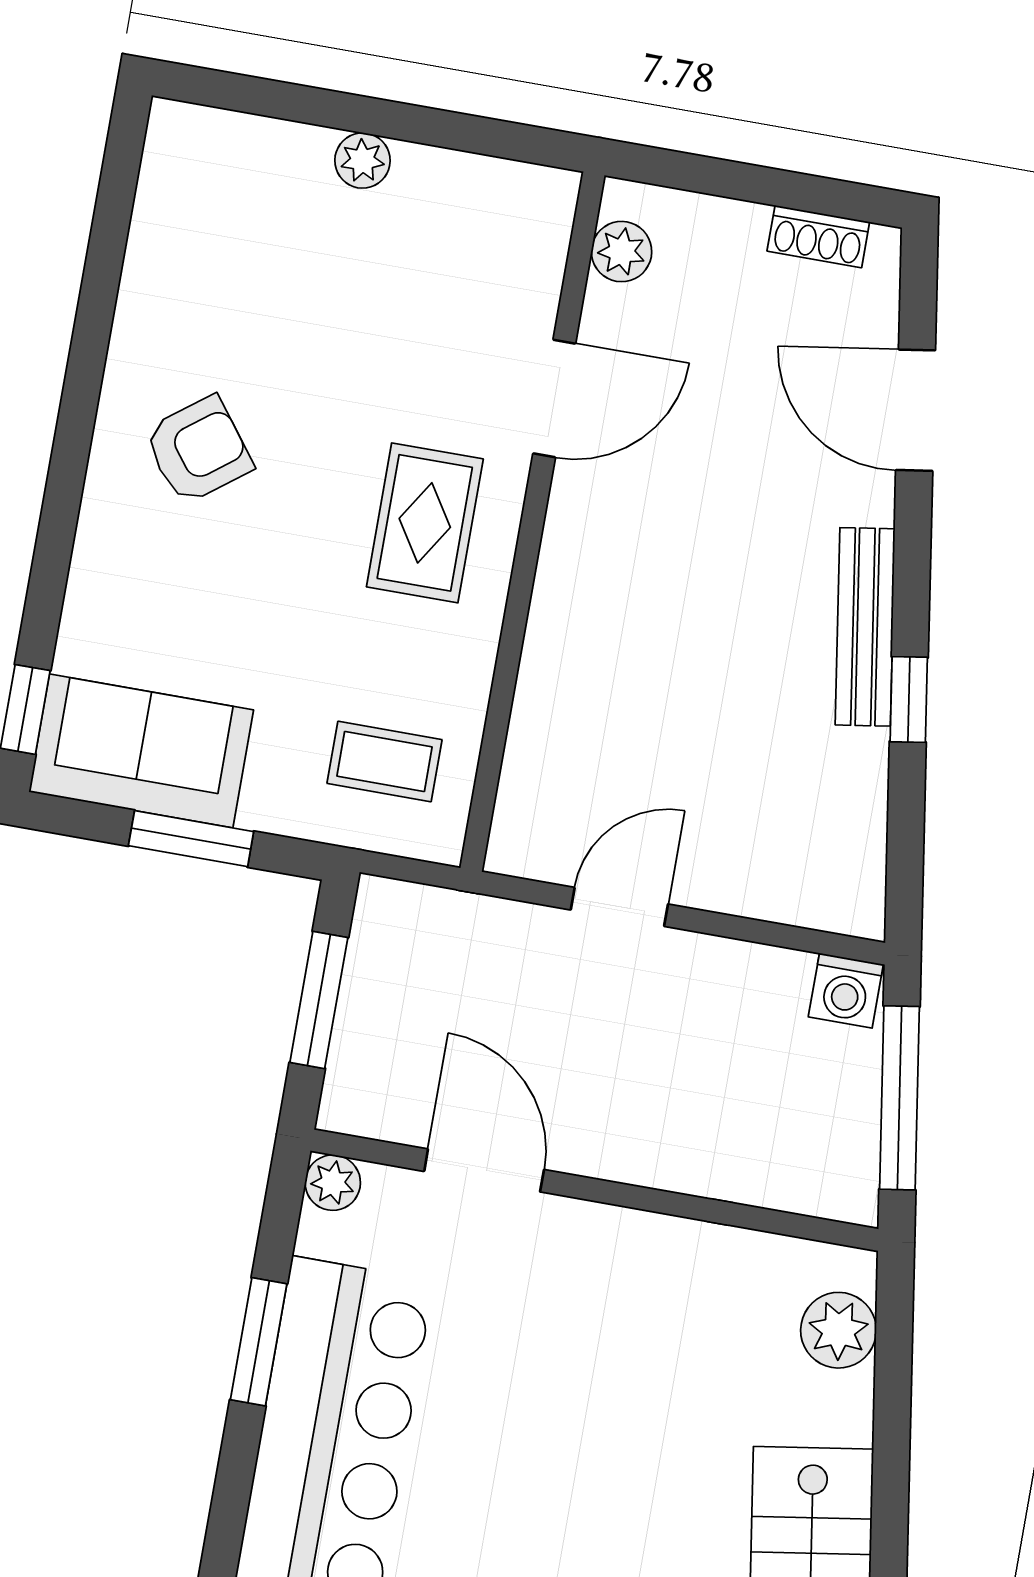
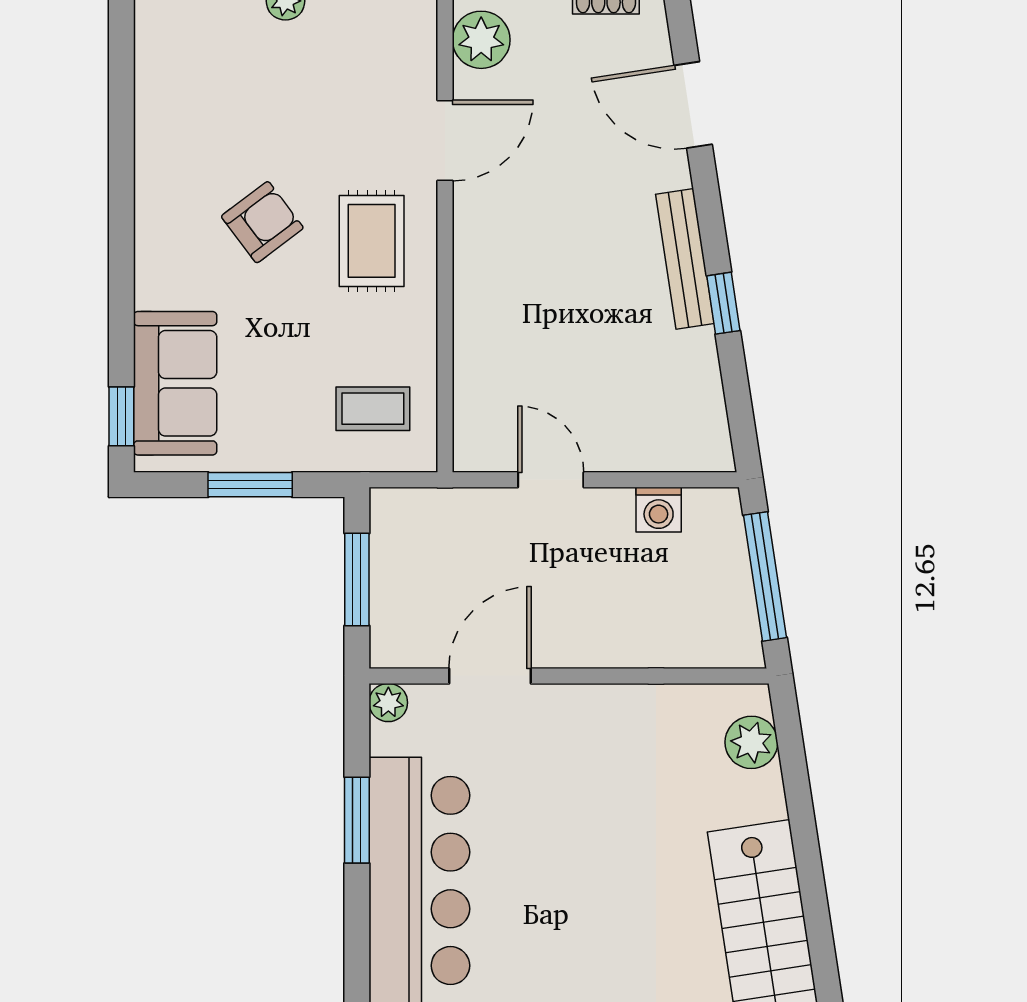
plant: (622, 252) -> (481, 40), width x1.38, depth x1.38
armchair: (198, 450) -> (262, 222), moved
sofa: (141, 751) -> (175, 383), moved, turned 90
door: (619, 907) -> (551, 480), hinge flipped
washing machine: (846, 991) -> (659, 510), moved
door: (484, 1170) -> (490, 676), hinge flipped

